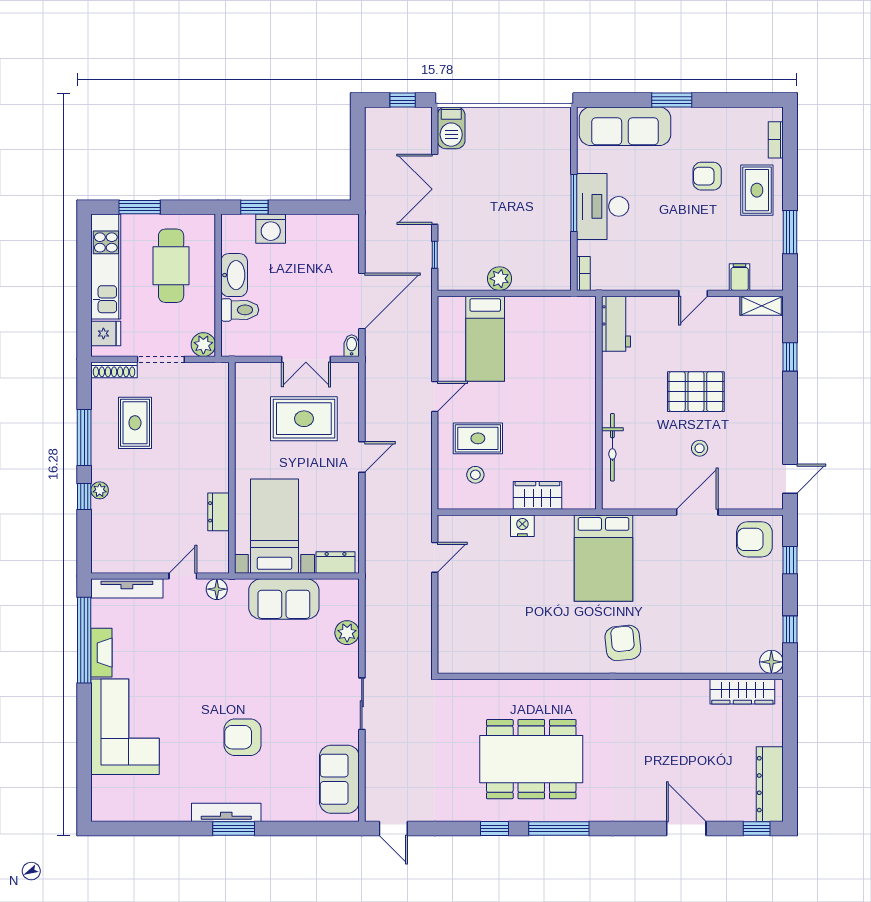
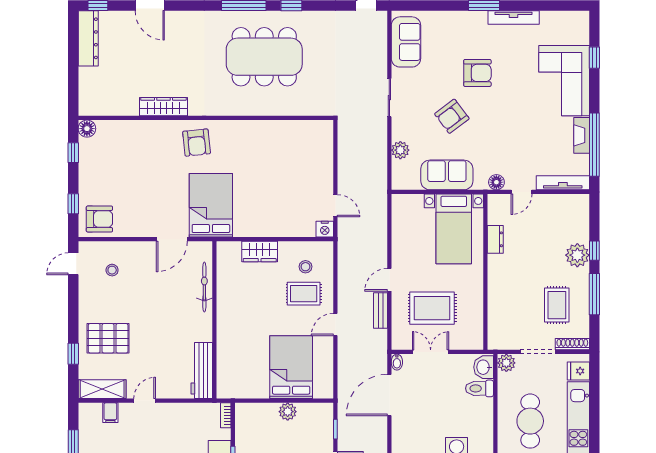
washbasin: (234, 275) -> (484, 367), moved, width x0.72
shelving: (762, 306) -> (102, 389), width x1.50, depth x1.33
workbench: (616, 324) -> (202, 371), width x1.38
bed: (485, 339) -> (291, 367), width x1.50
pallet: (696, 392) -> (108, 338), moved
bench: (374, 415) -> (381, 311), added
stool: (700, 448) -> (112, 270), moved
plant: (100, 490) -> (577, 255), width x1.88, depth x1.88
door: (697, 512) -> (172, 239), moved
nightstand: (522, 526) -> (325, 229), moved
door: (435, 557) -> (335, 206), swing flipped
dresser: (336, 562) -> (409, 202), removed
armchair: (277, 679) -> (452, 116), added
wardrobe: (742, 692) -> (163, 107), moved
window: (84, 758) -> (594, 58), added
tv unit: (226, 812) -> (514, 17), moved

